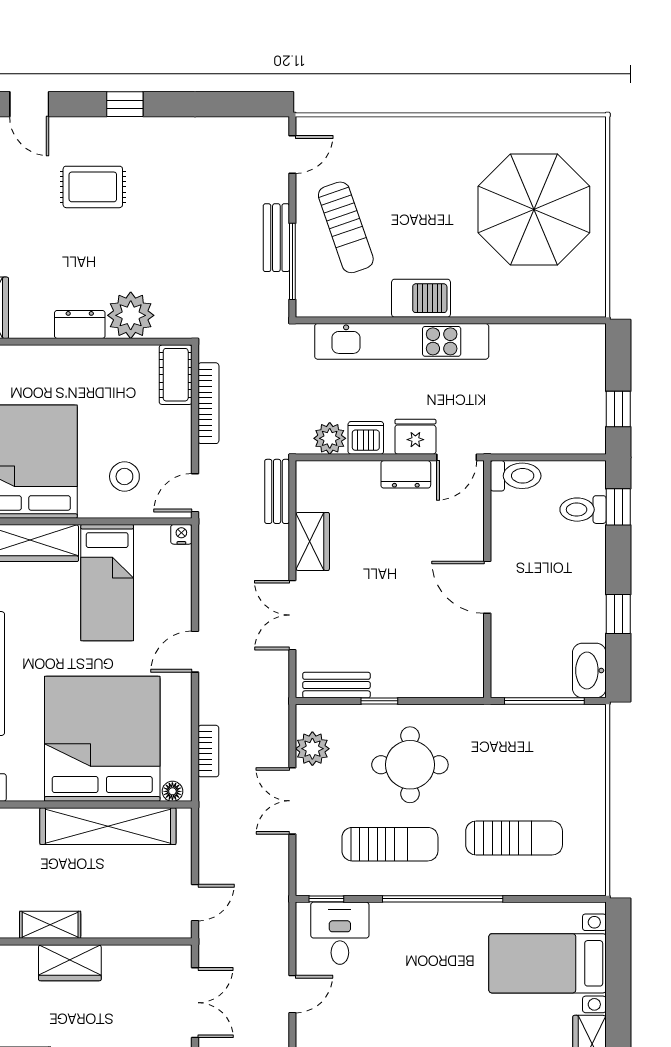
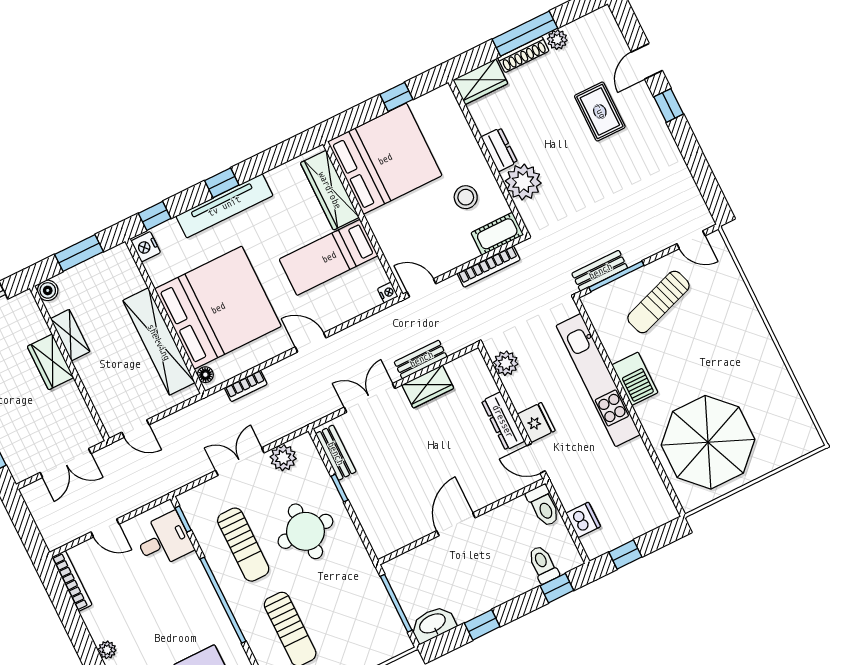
door: (29, 104) -> (647, 61), moved
parasol: (534, 209) -> (708, 442), moved
bench: (276, 238) -> (600, 271), moved
dishwasher: (366, 438) -> (583, 520), moved
dresser: (406, 474) -> (503, 421), width x1.44
stool: (124, 476) -> (466, 197), moved
bench: (277, 491) -> (421, 359), moved

